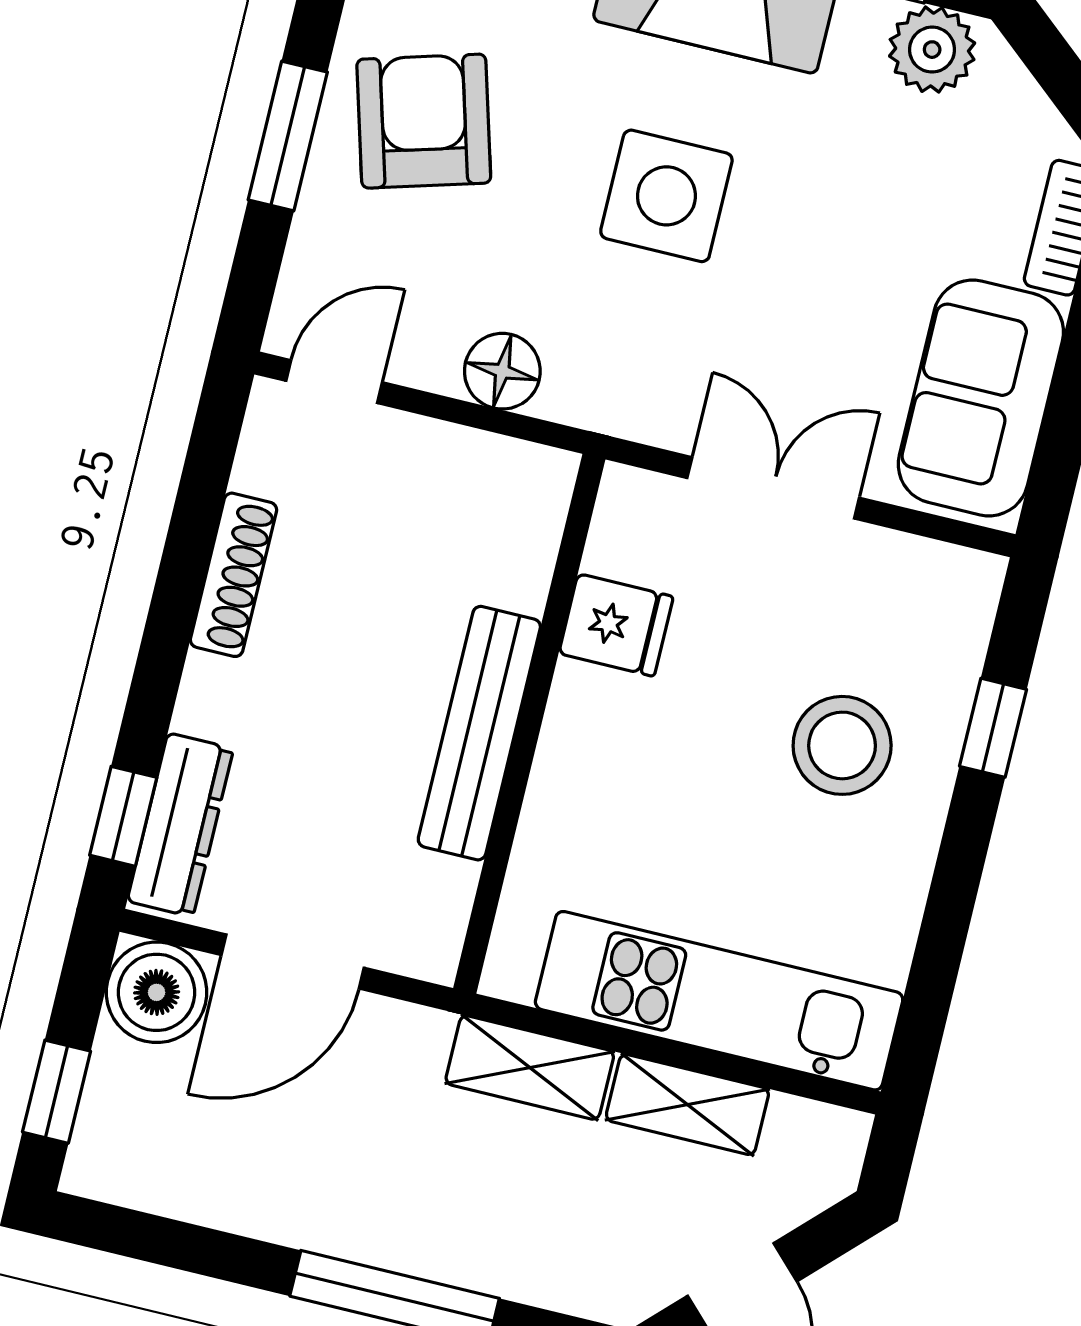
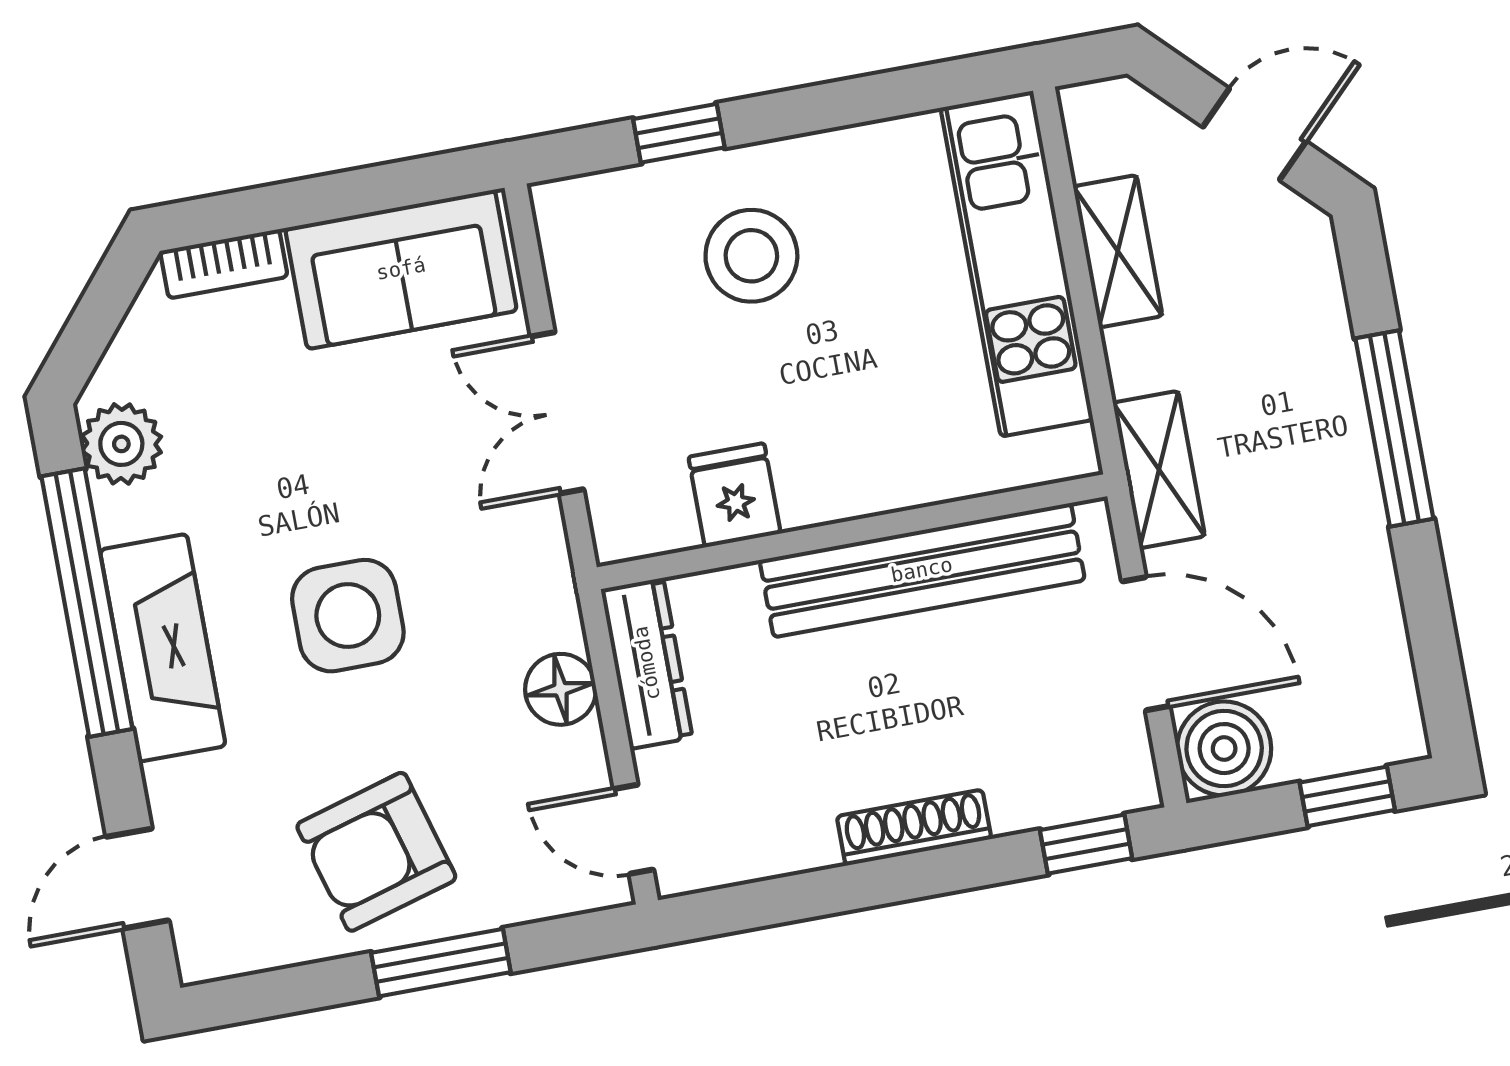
shoe rack: (234, 575) -> (914, 828), moved
bench: (479, 733) -> (922, 570), width x1.37, depth x1.21
dresser: (180, 825) -> (647, 663), moved, turned 90
shelving: (530, 1068) -> (1159, 470), moved

